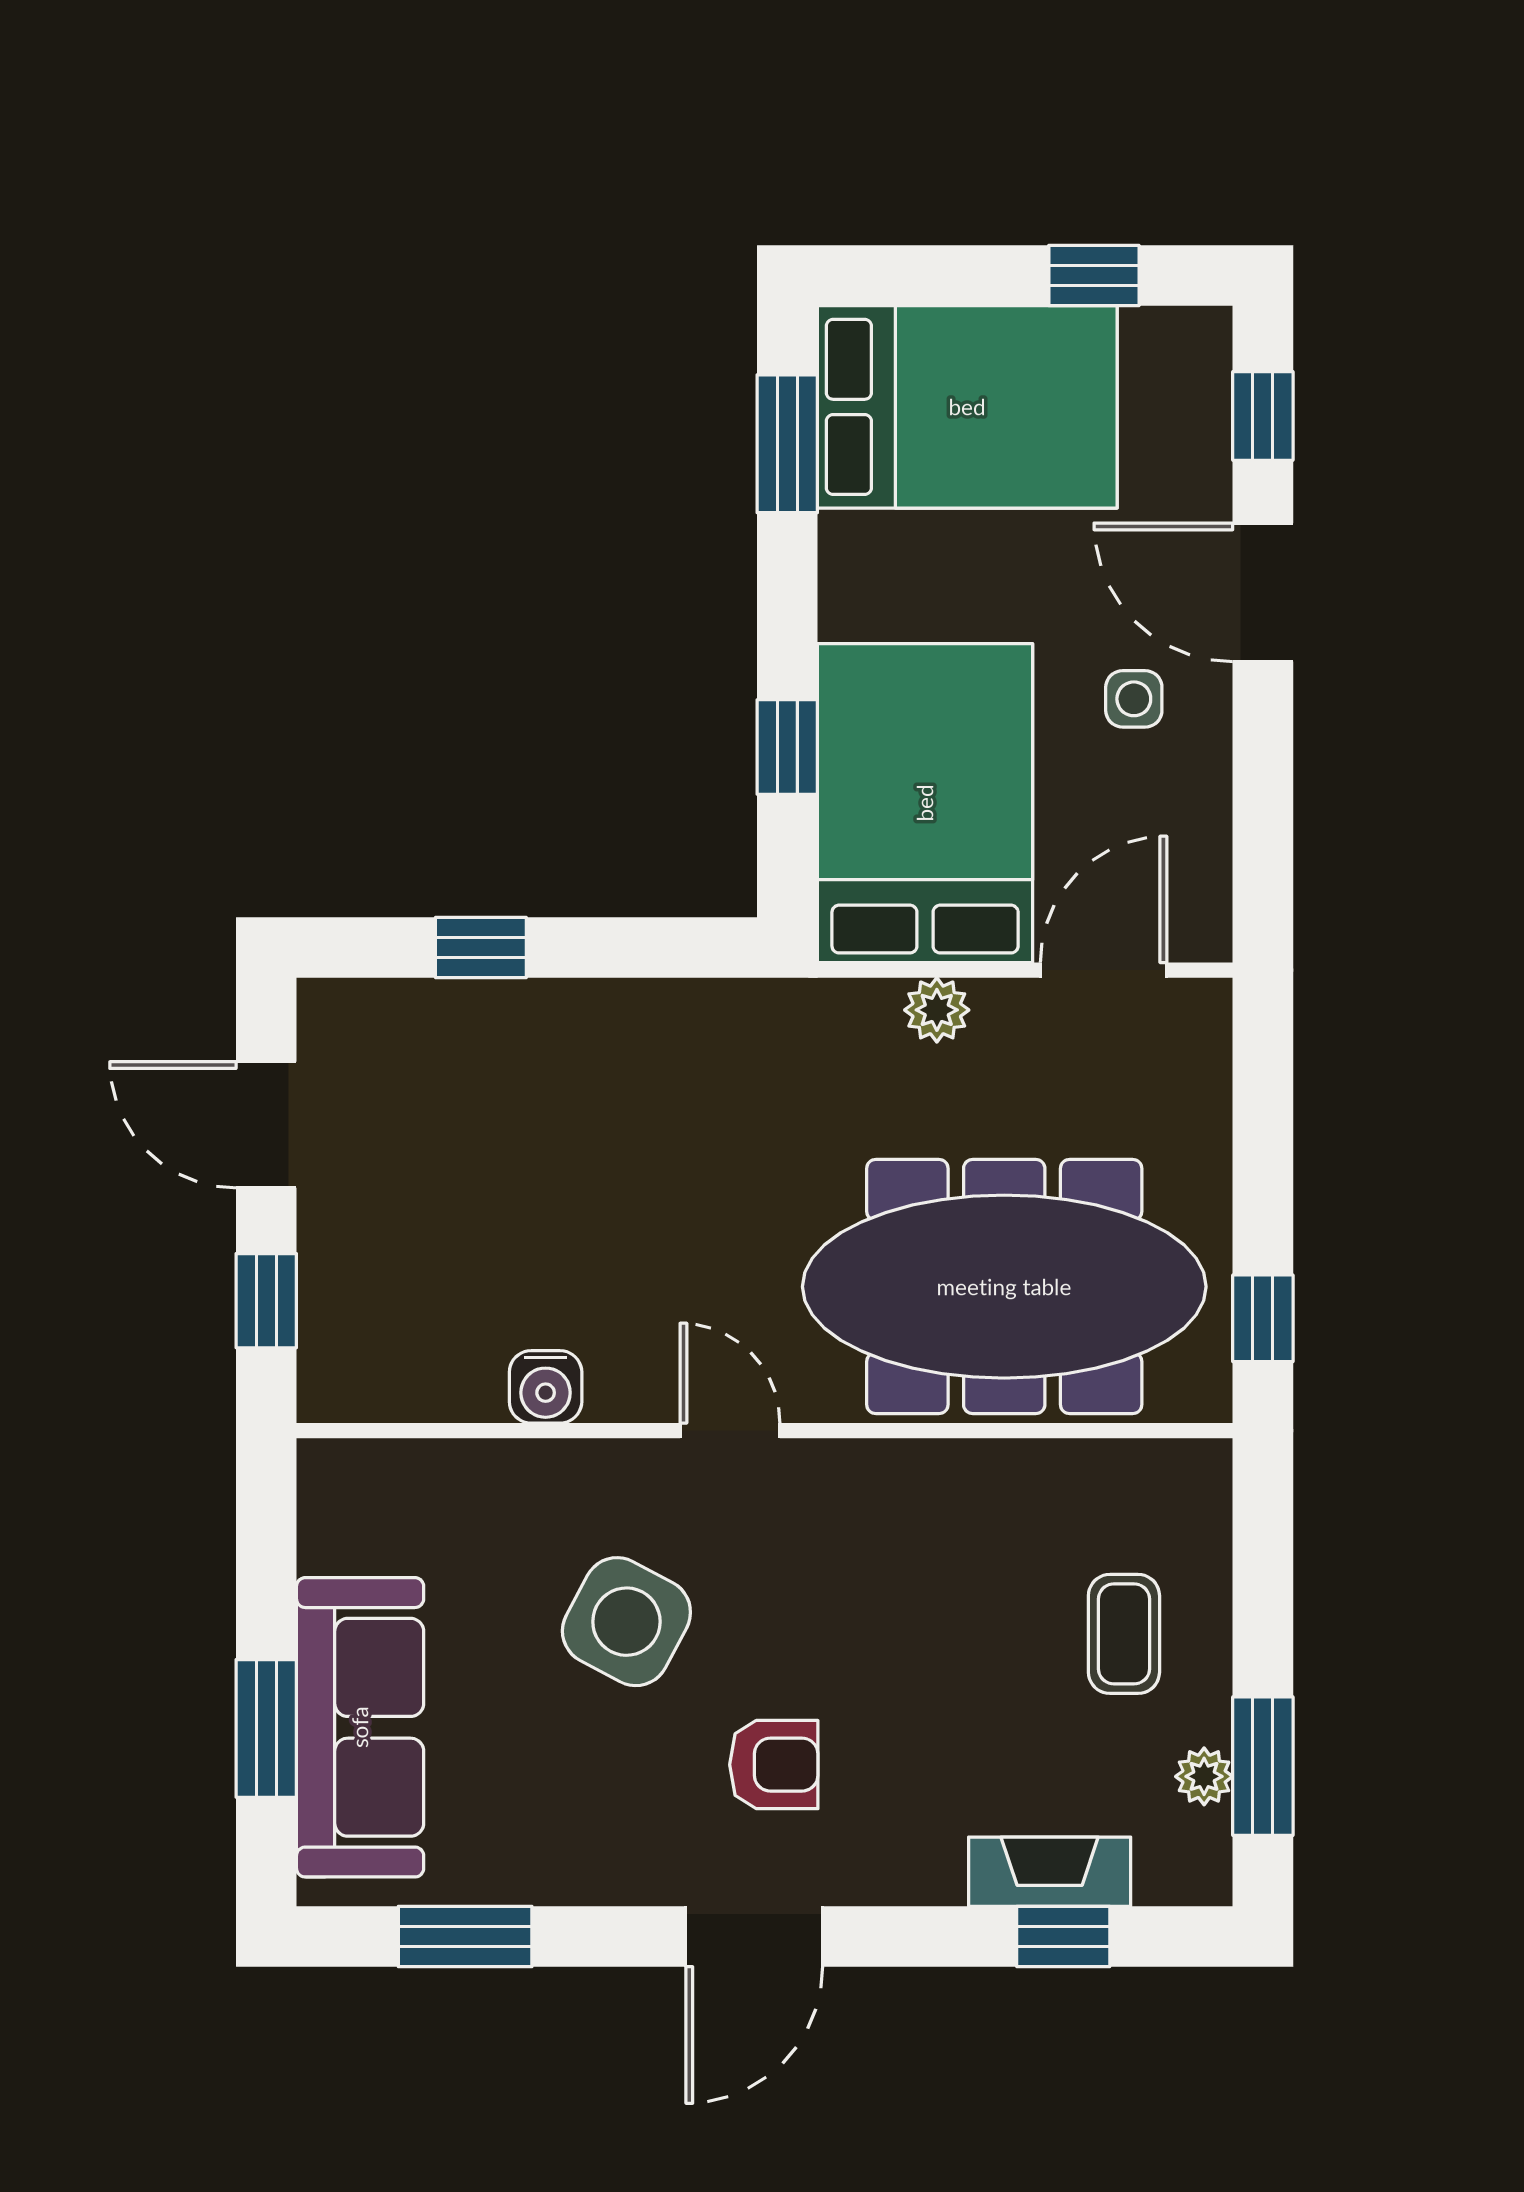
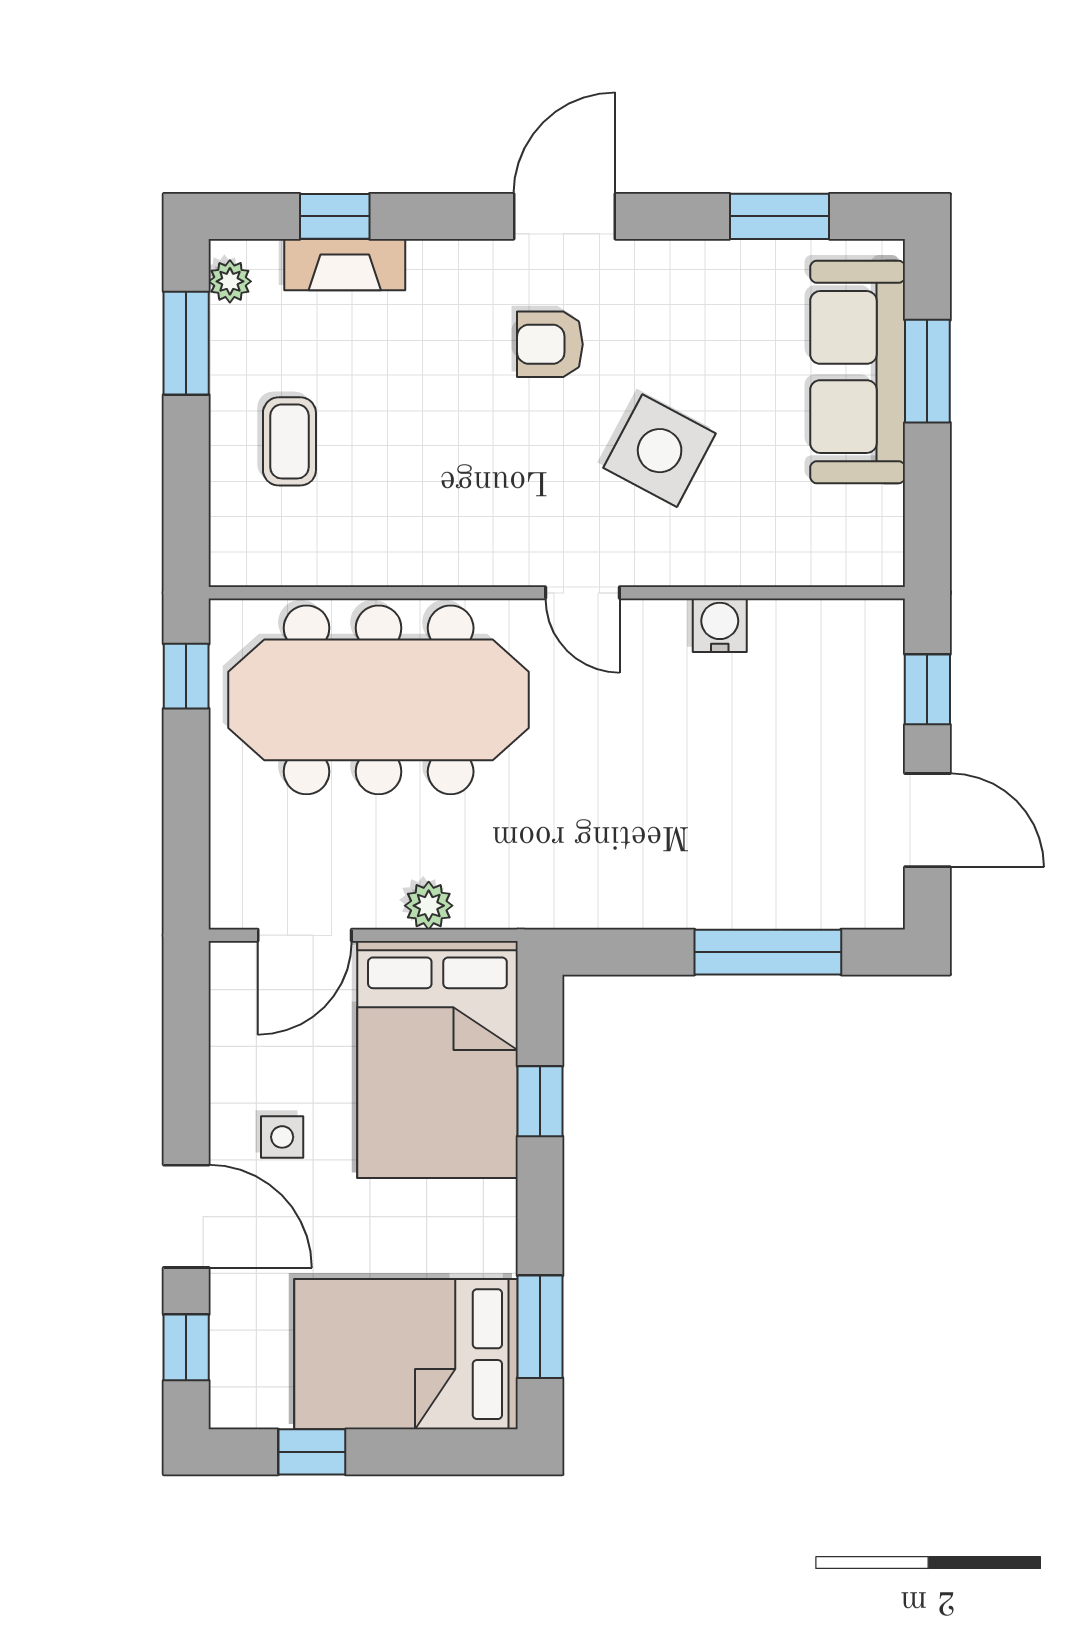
window: (481, 947) -> (768, 952), width x2.17
plant: (1204, 1776) -> (230, 281), moved

